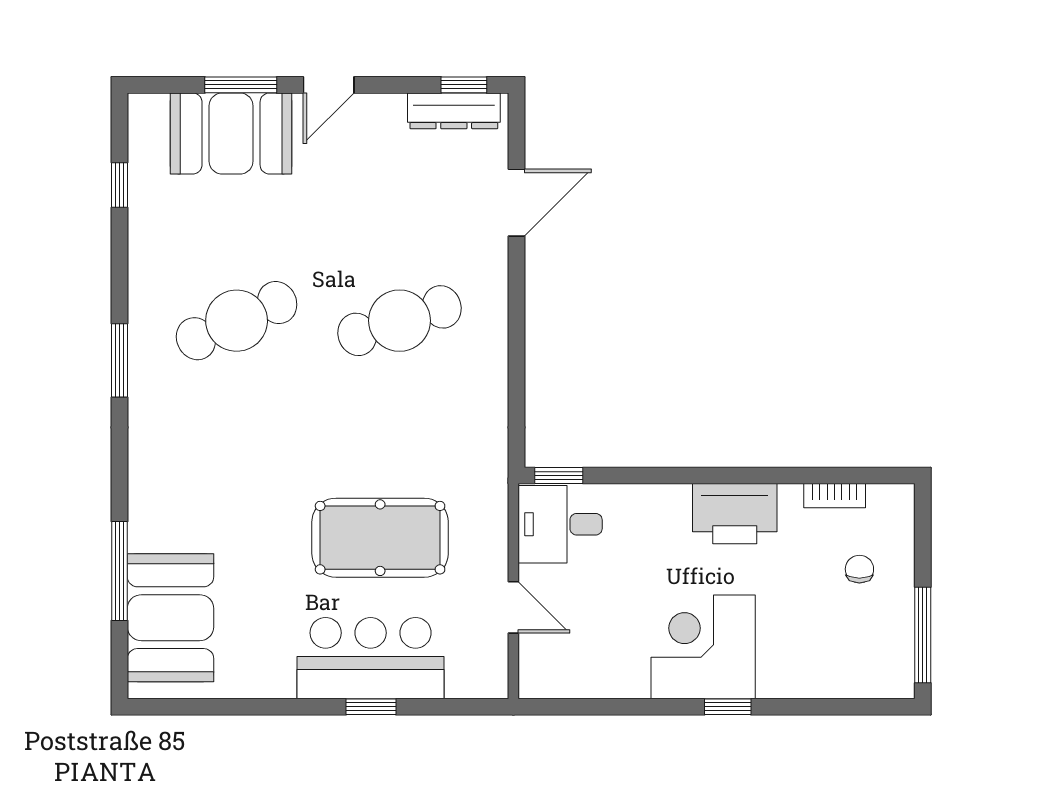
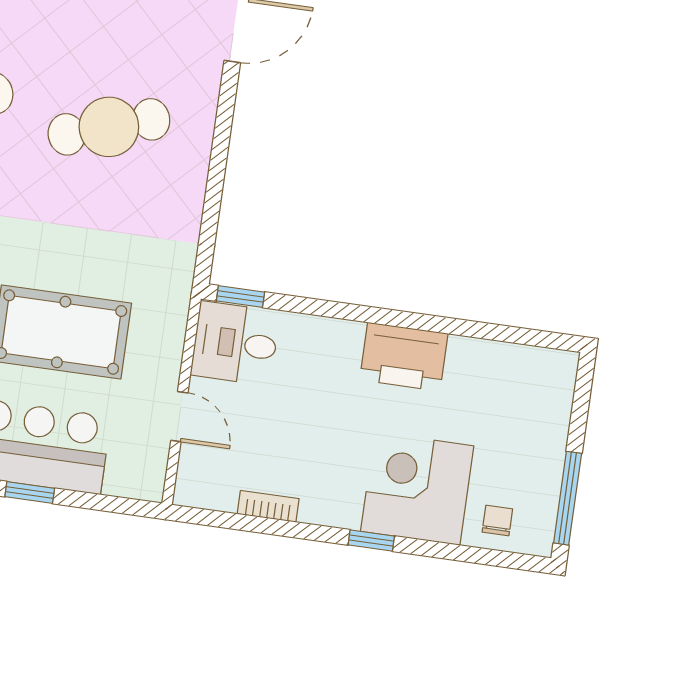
bookcase: (835, 496) -> (268, 506), moved, turned 180
chair: (859, 569) -> (497, 521), moved
corner desk: (703, 647) -> (417, 489), moved

